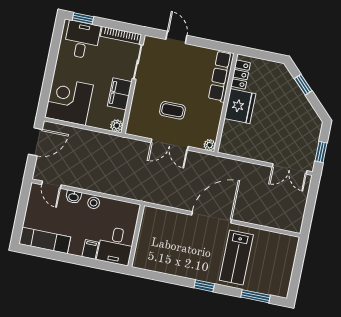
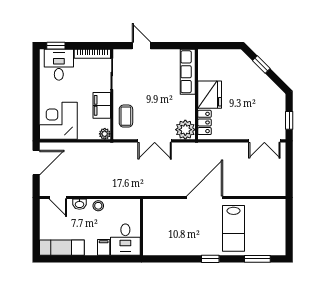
locker: (241, 75) -> (204, 122), moved
coffee table: (172, 110) -> (126, 116), moved, turned 90
plant: (210, 145) -> (185, 130), width x1.88, depth x1.88

